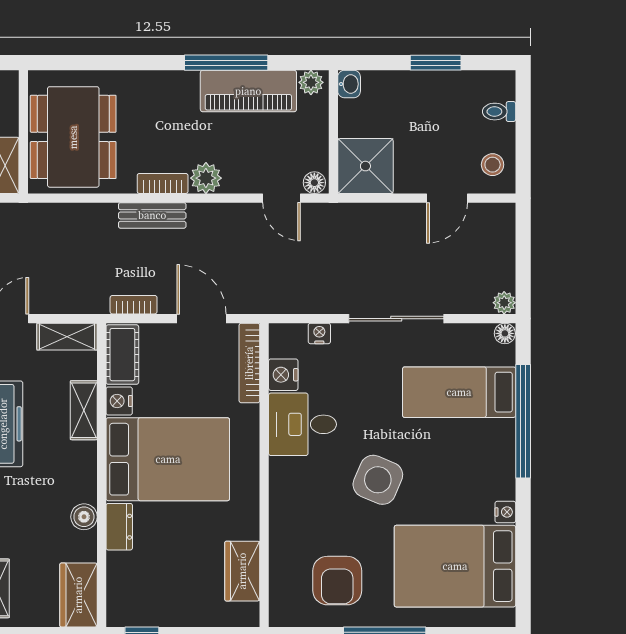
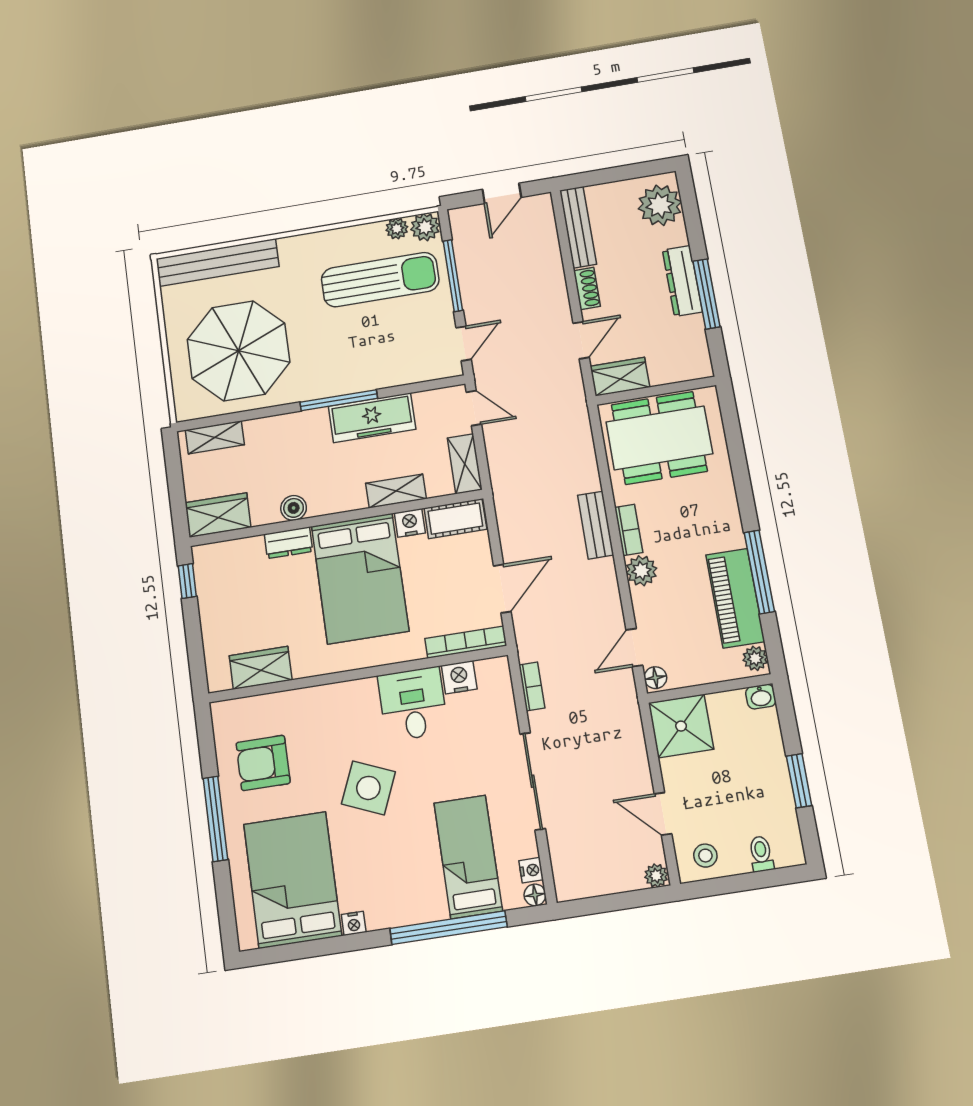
plant: (504, 303) -> (656, 876), moved
bookcase: (134, 305) -> (532, 686), moved
nightstand: (319, 333) -> (531, 870), moved

